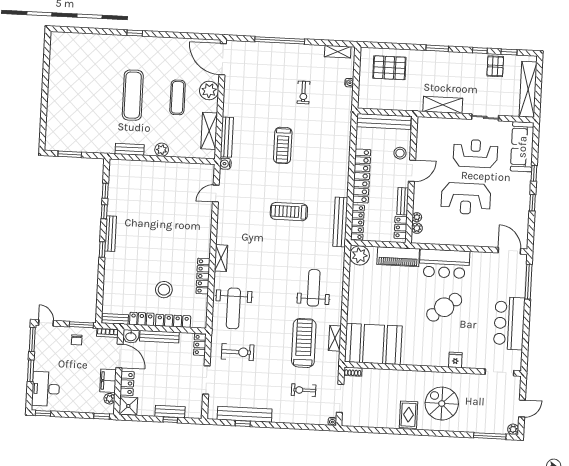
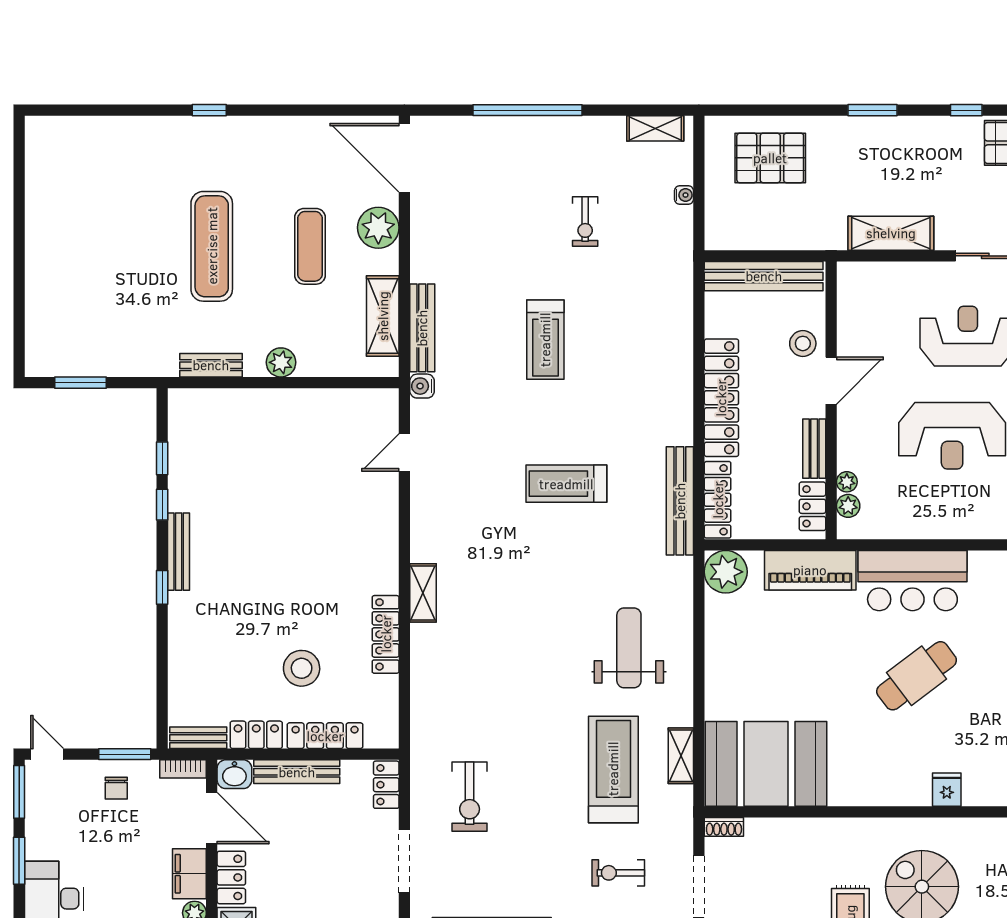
weight bench: (233, 308) -> (456, 702), removed
exercise bike: (238, 352) -> (470, 797), turned 90

